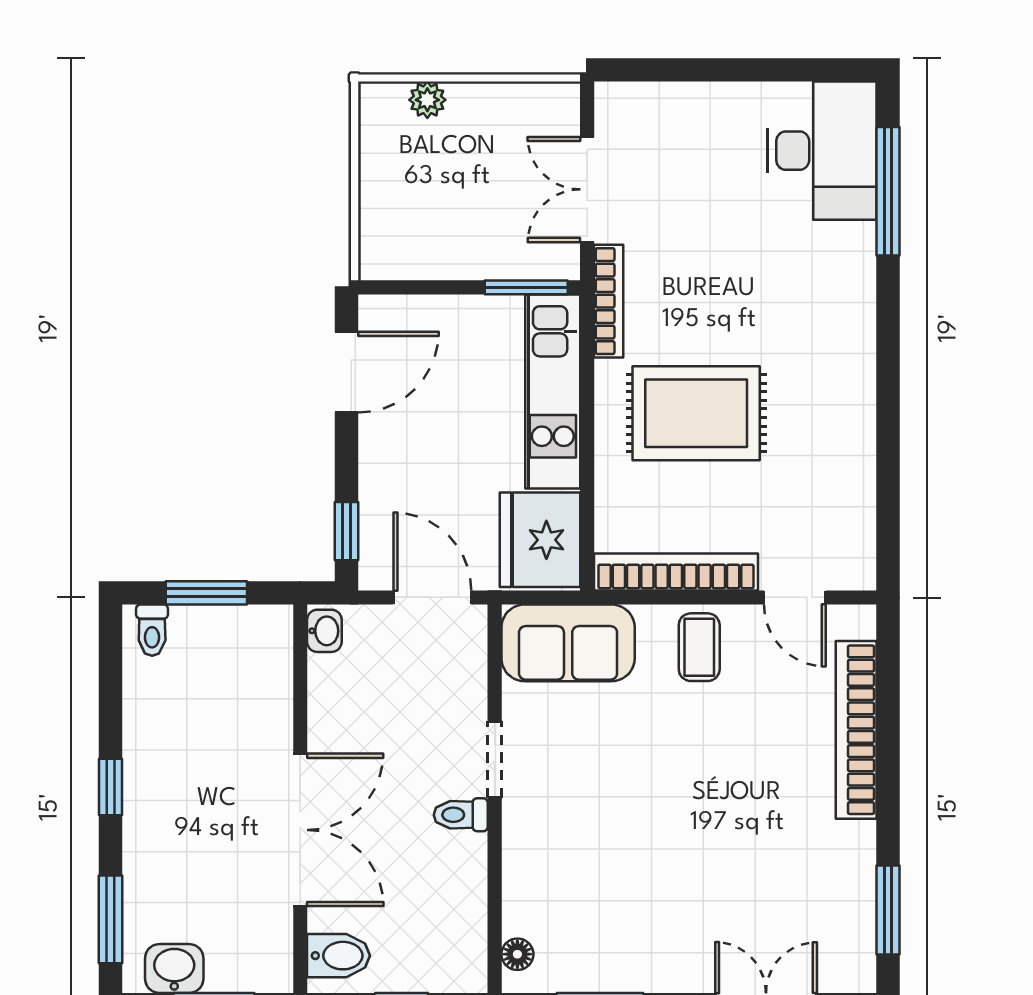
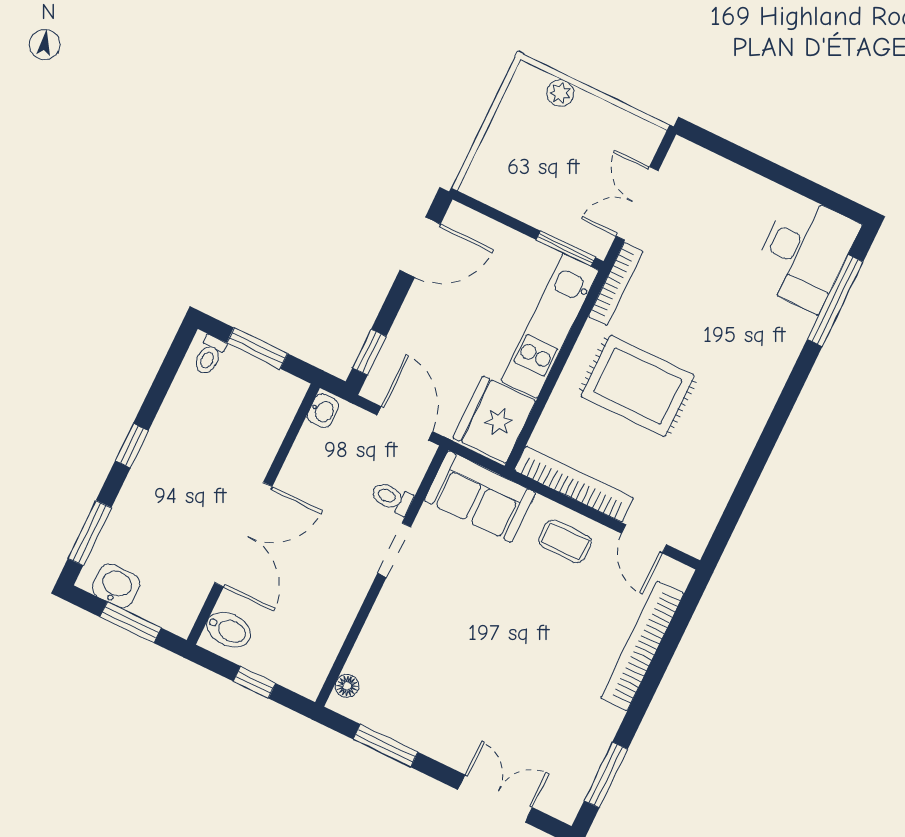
coffee table: (699, 647) -> (565, 541), turned 90
toilet: (461, 815) -> (392, 498), moved

